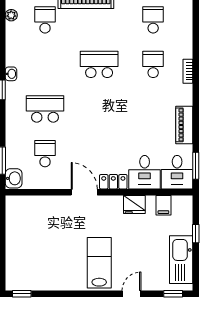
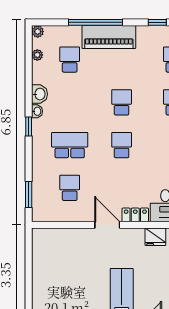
school desk: (99, 64) -> (122, 102), width x0.54
school desk: (99, 109) -> (122, 145), added
washbasin: (14, 178) -> (40, 94), moved

